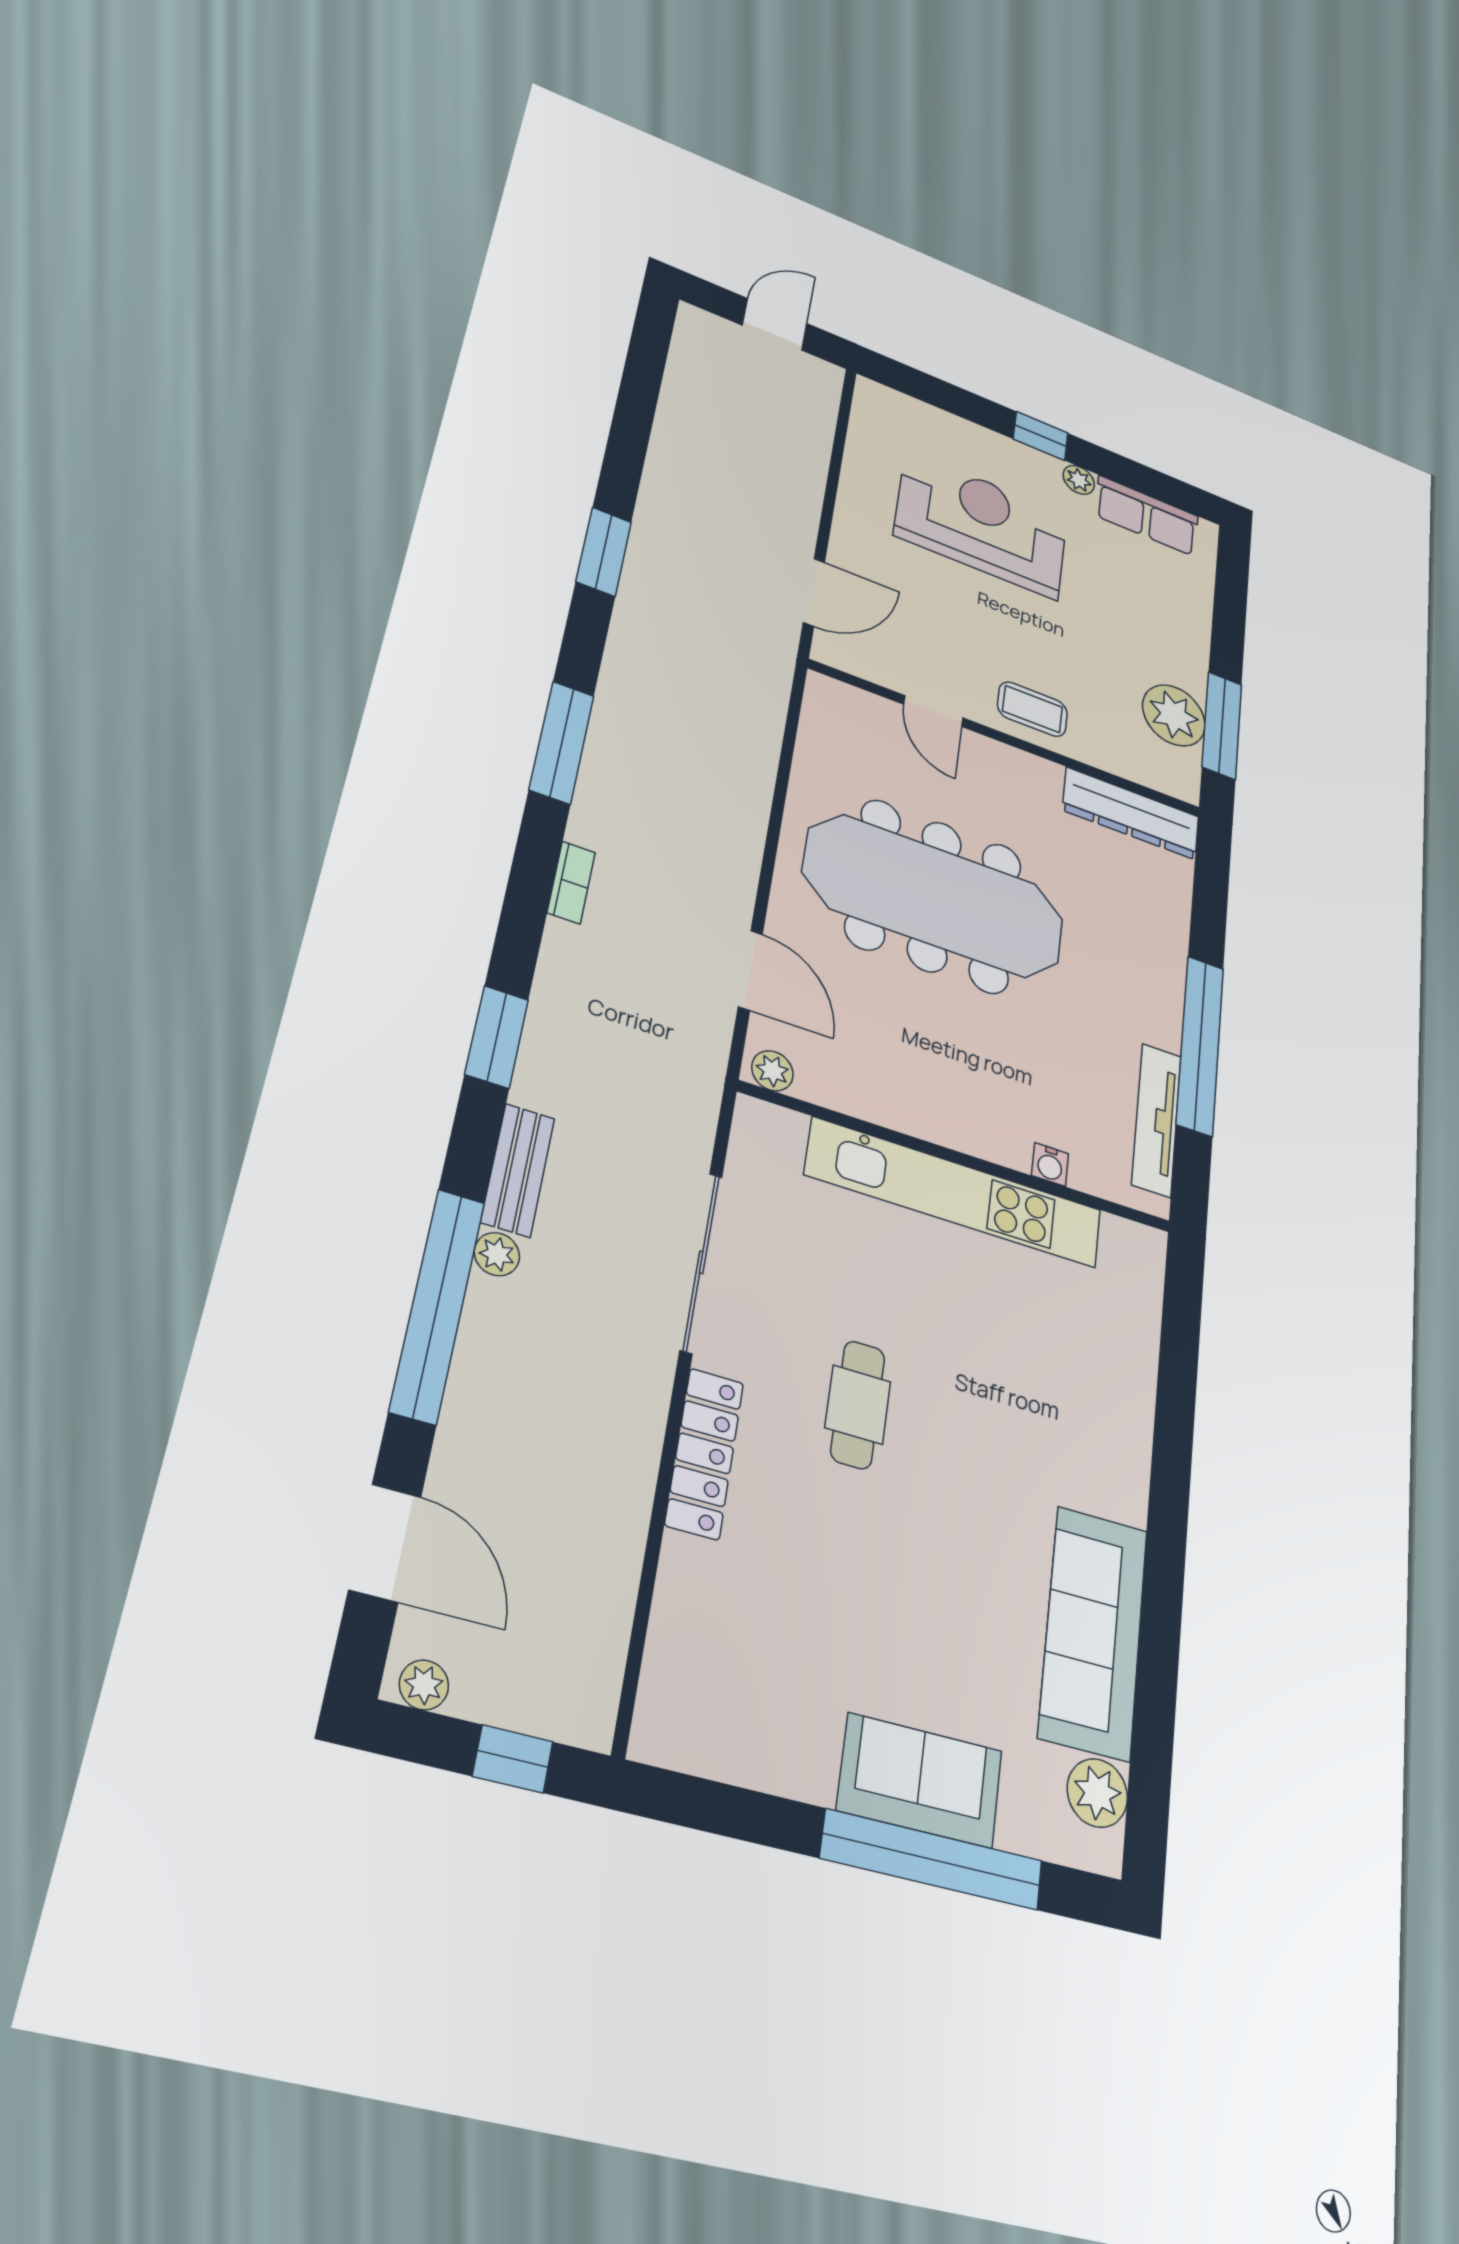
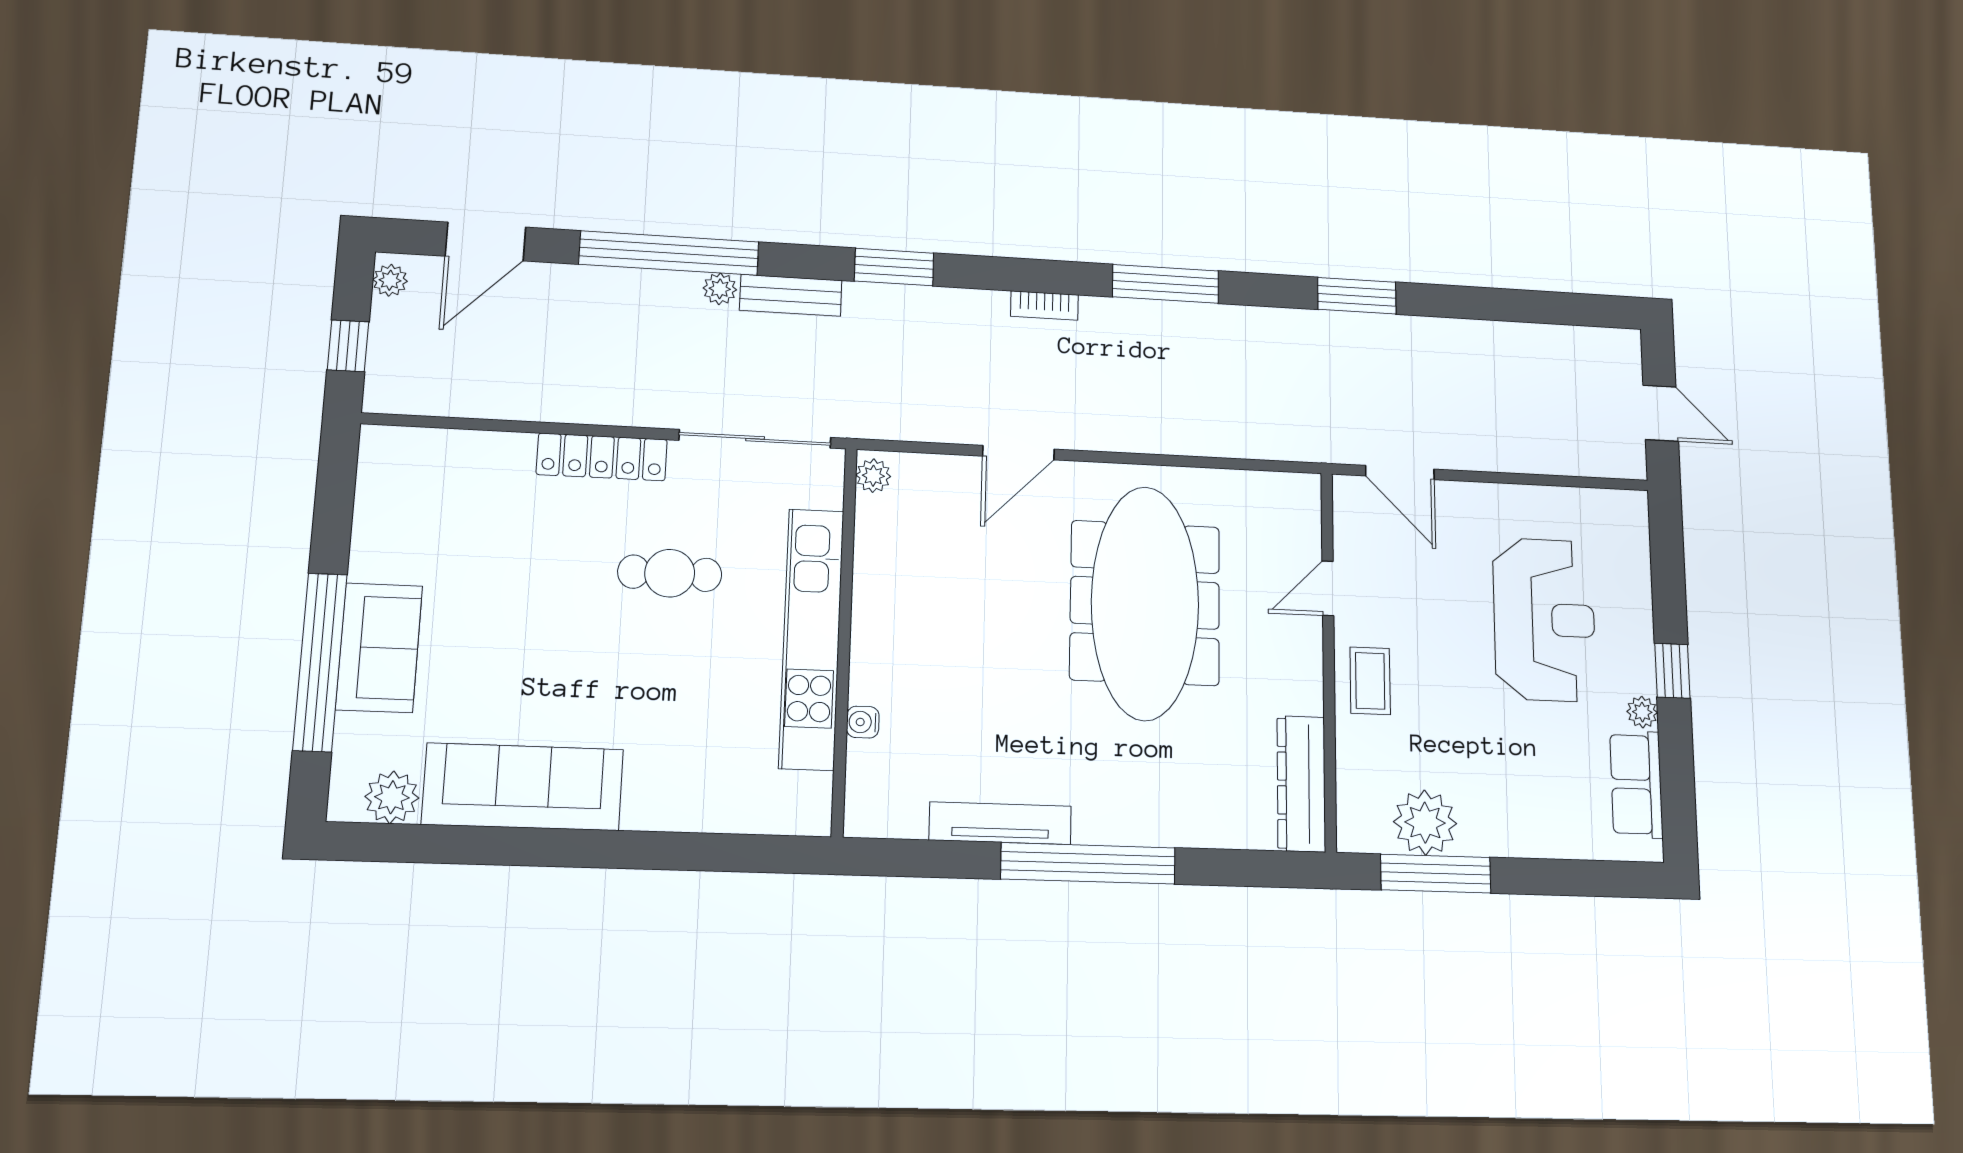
plant: (772, 1071) -> (873, 476), moved
wall: (959, 1158) -> (844, 639), moved
water cooler: (1050, 1165) -> (863, 722), moved
kitchen unit: (955, 1193) -> (811, 638), moved

